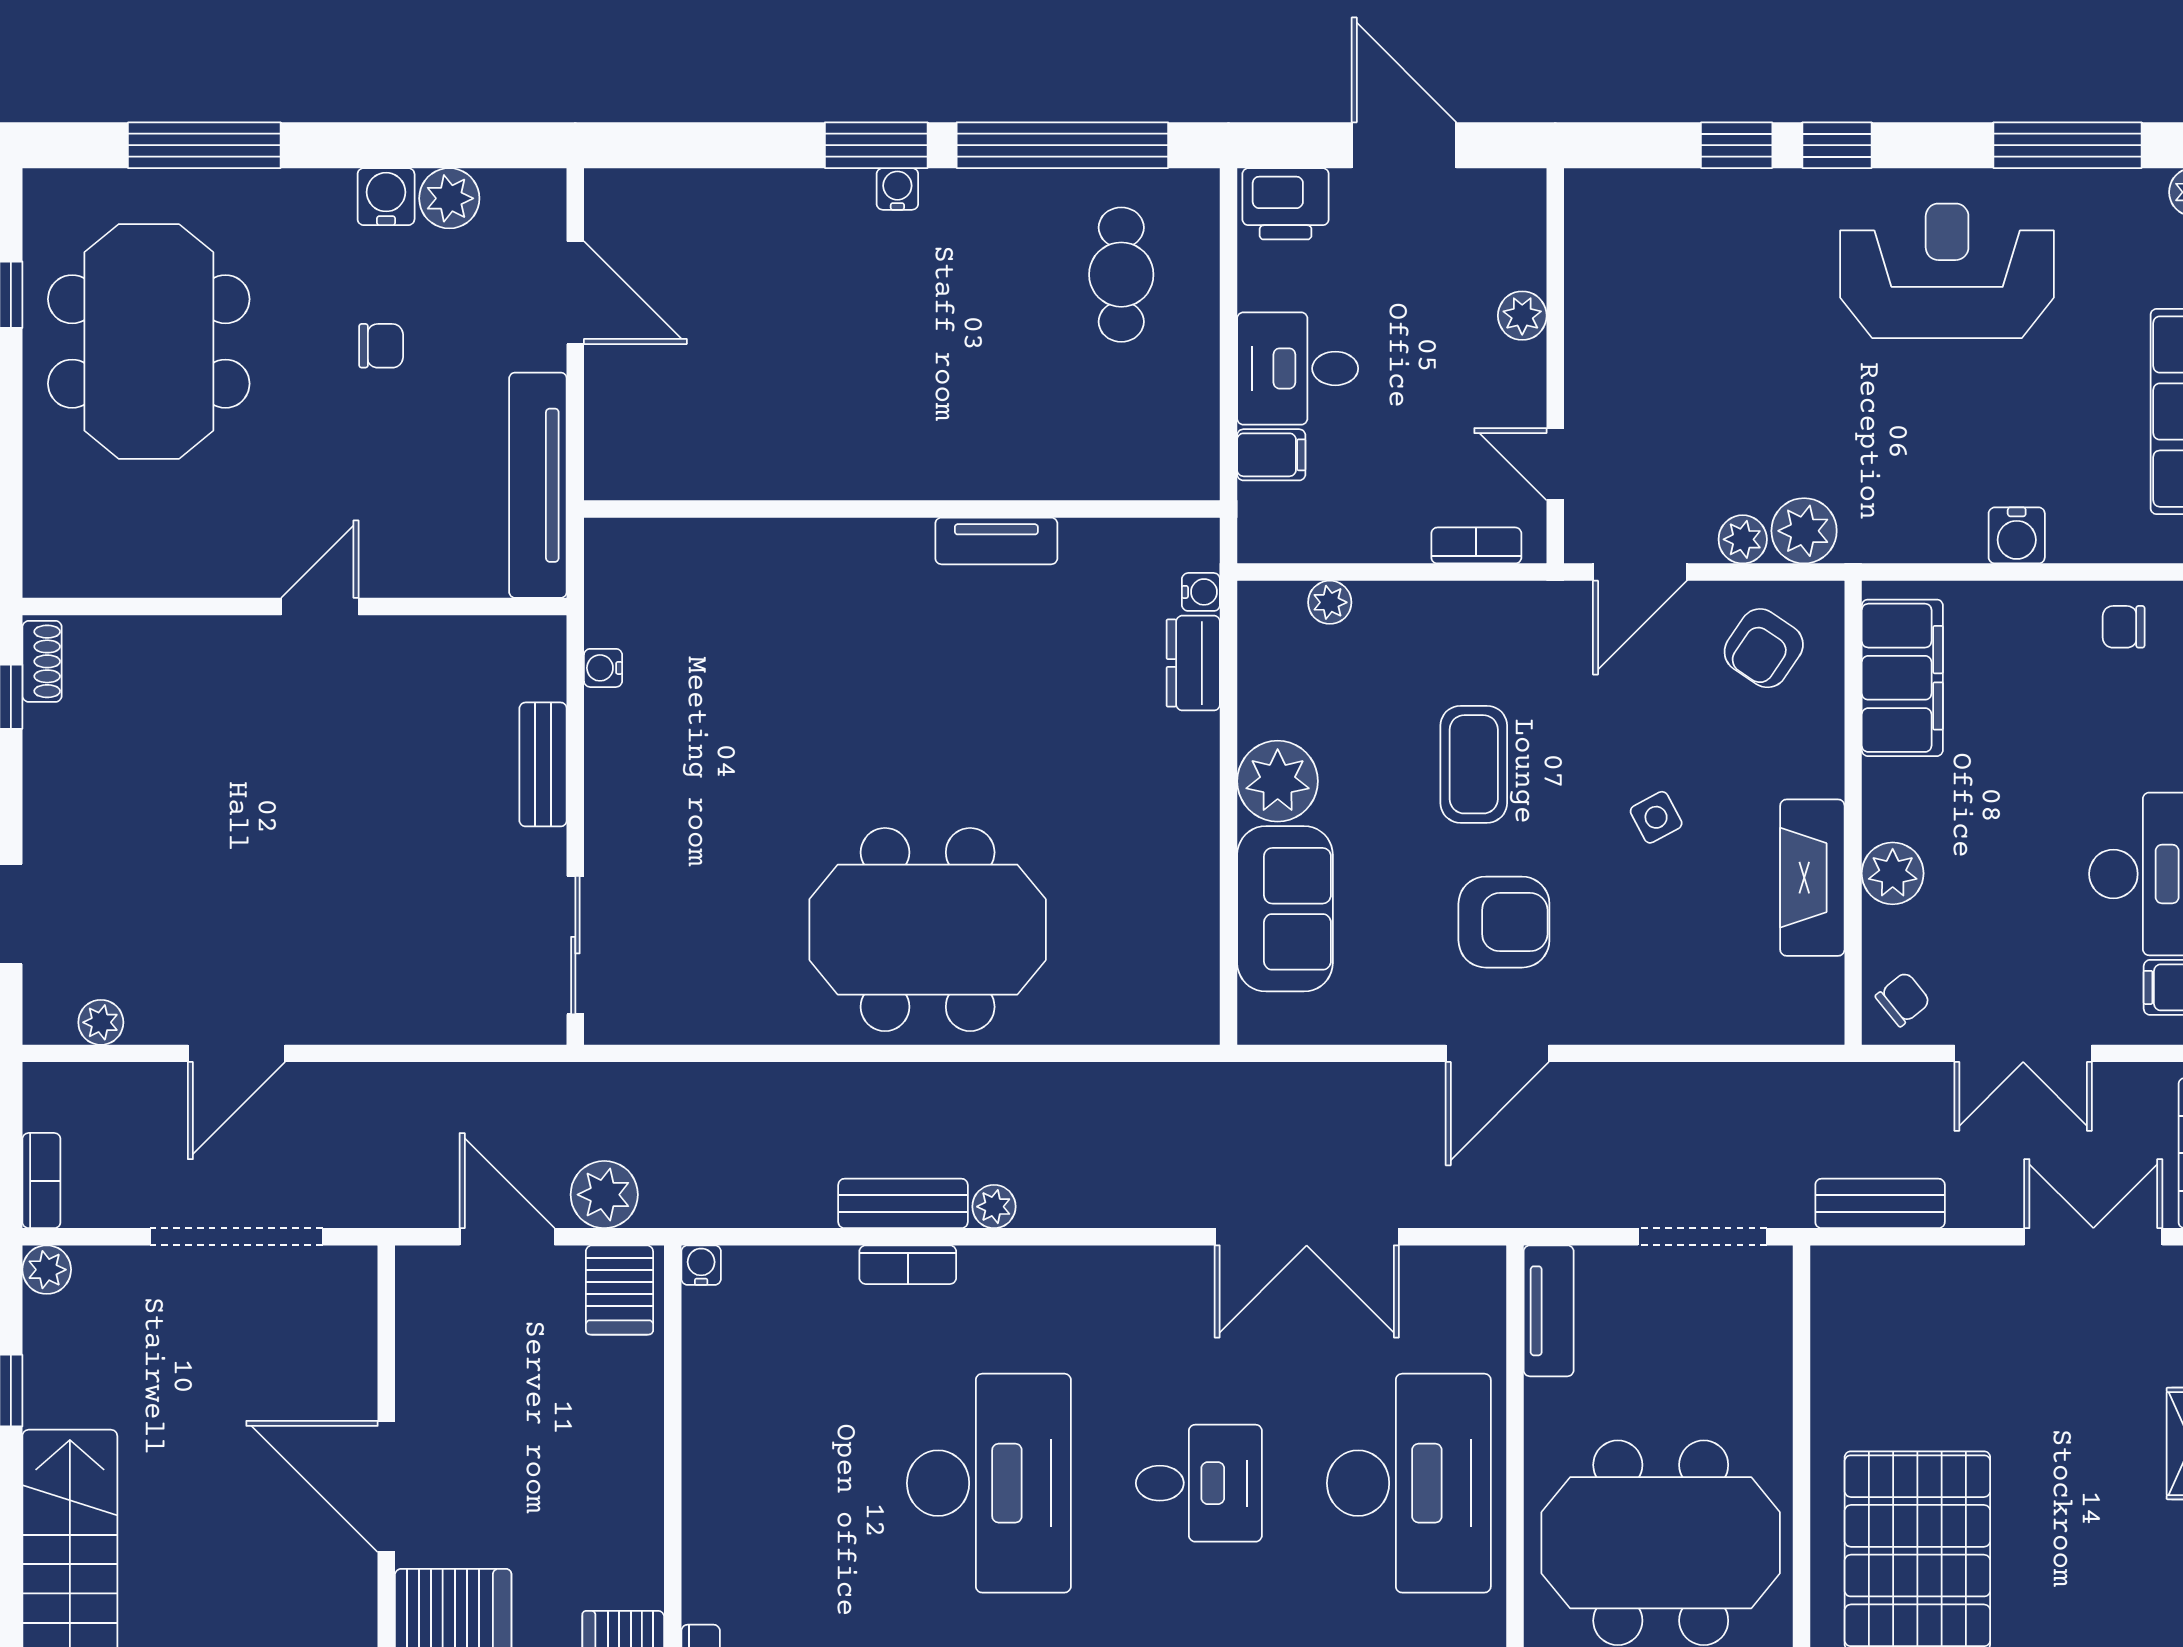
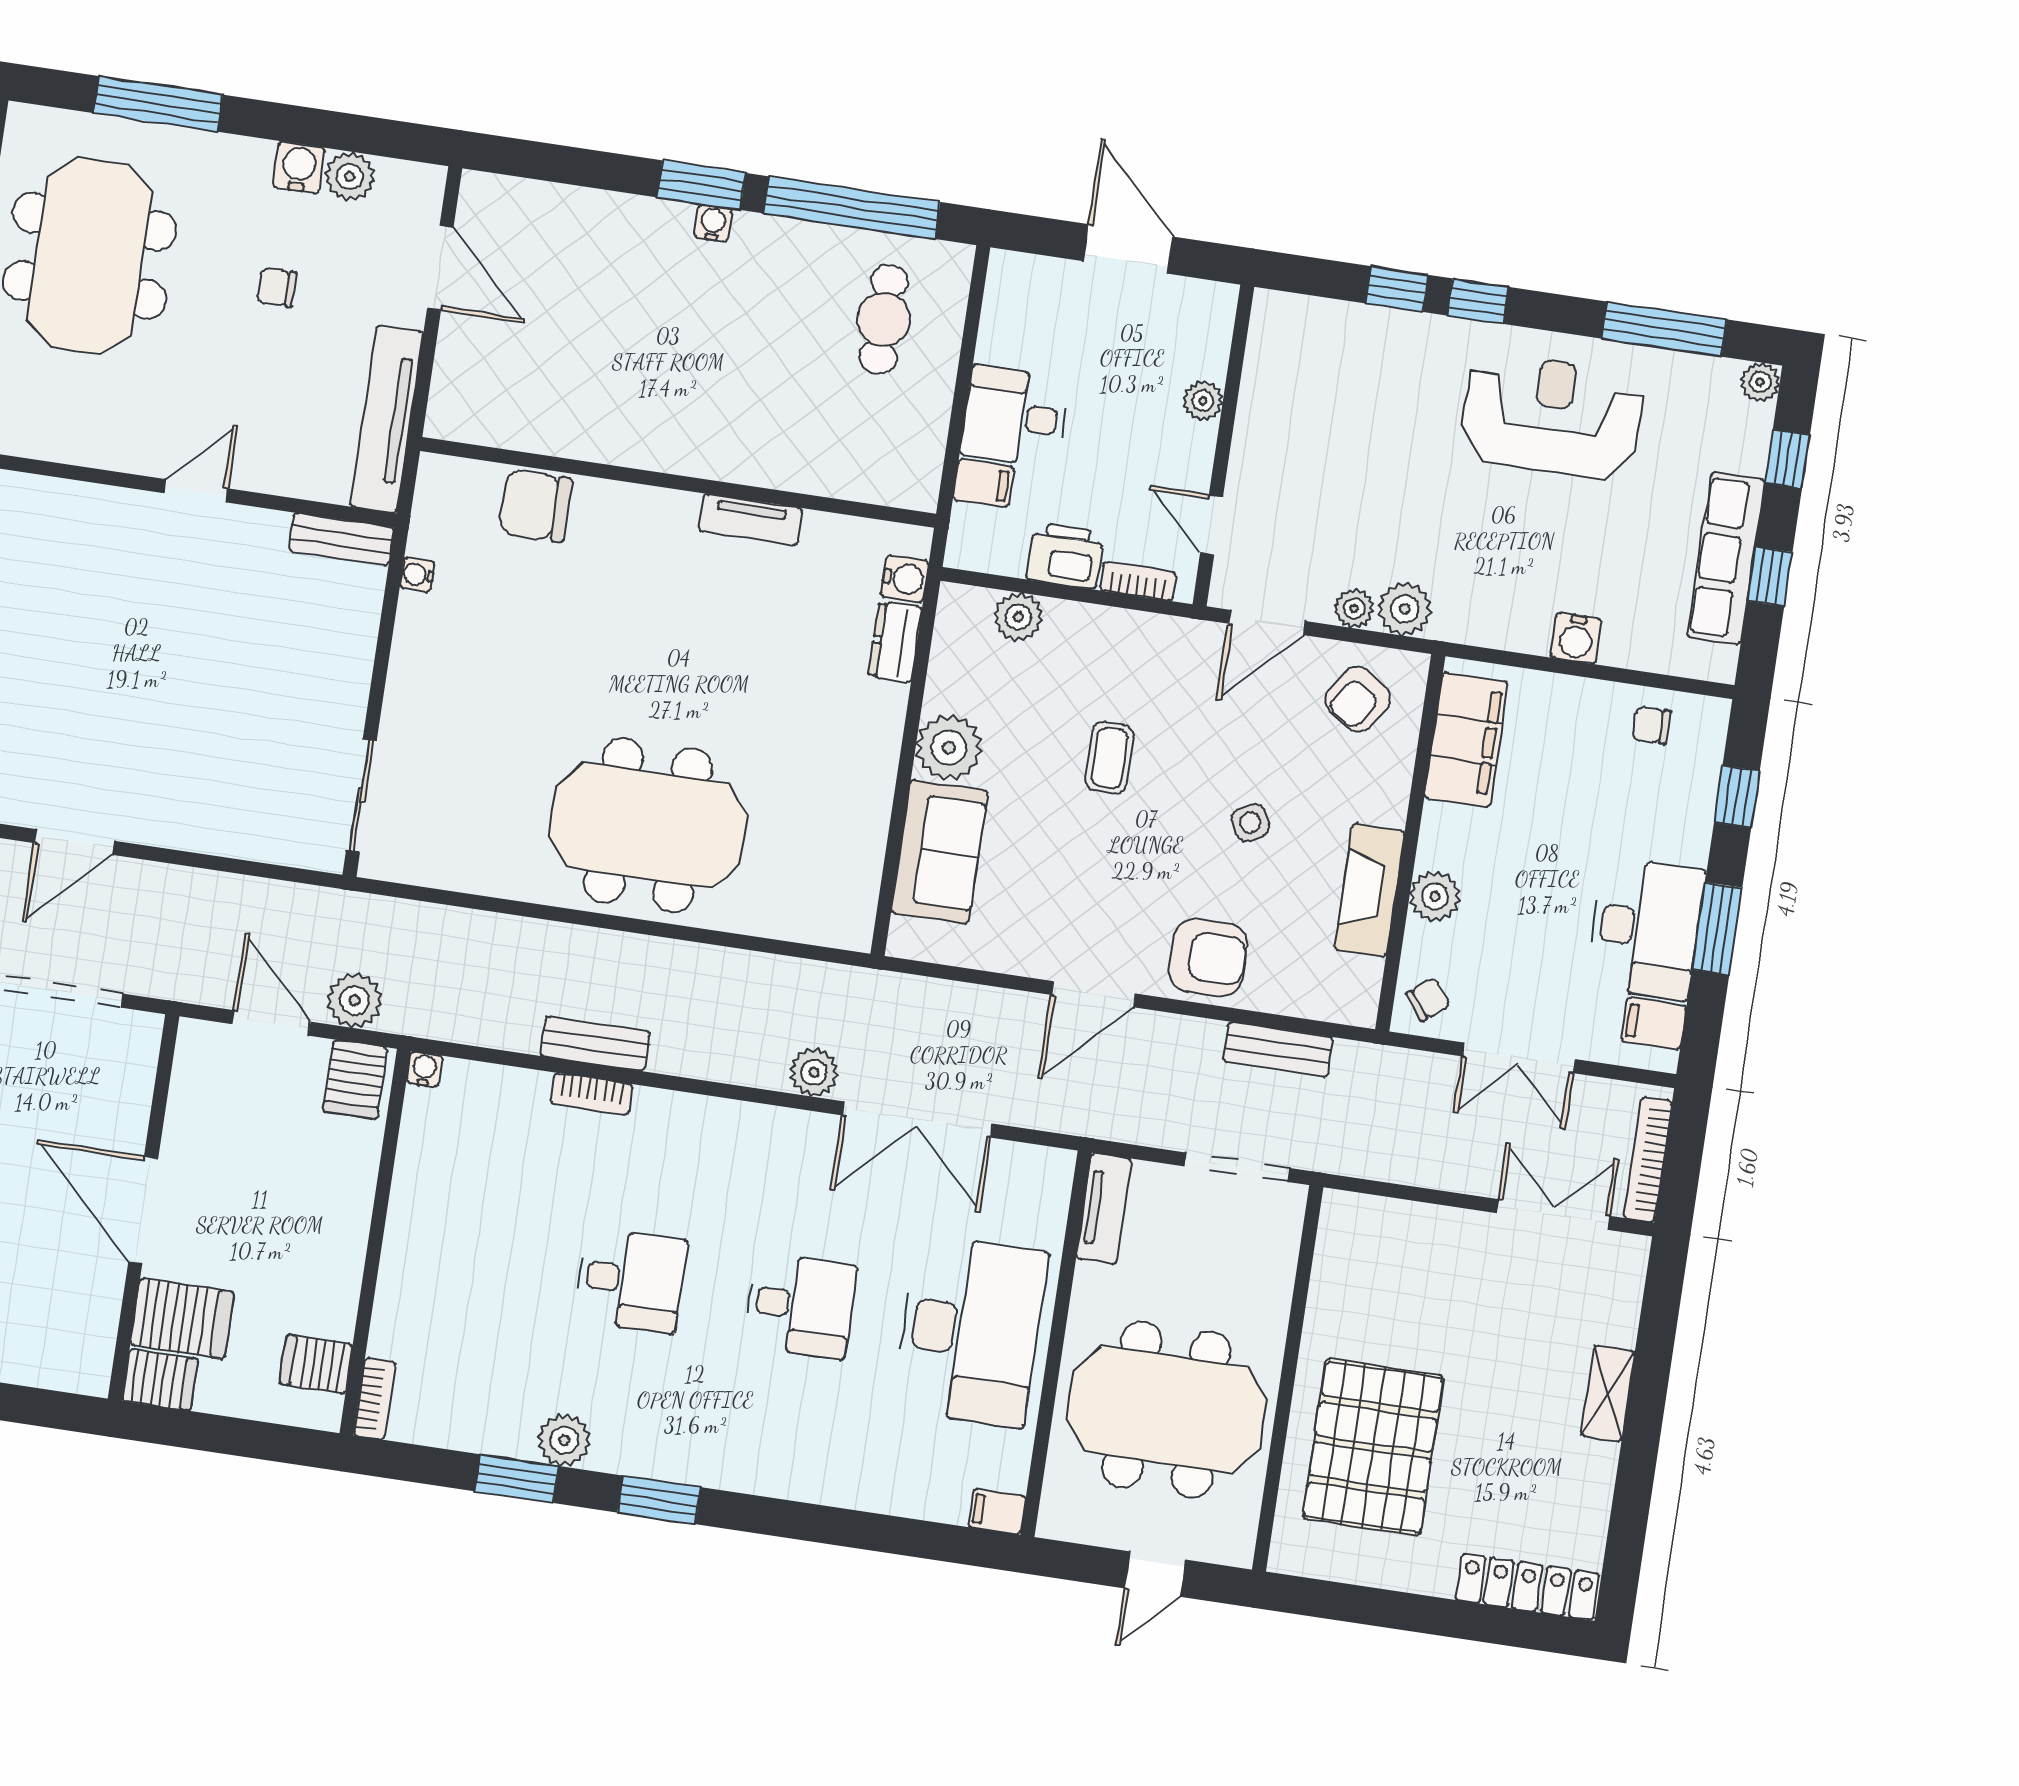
printer: (1286, 204) -> (1065, 556), moved, turned 180
chair: (381, 346) -> (277, 287), turned 180
chair: (734, 563) -> (536, 506), added
water cooler: (1201, 592) -> (905, 579), width x1.38, depth x1.38
plant: (1330, 602) -> (1018, 617), width x1.38, depth x1.38
bench: (543, 764) -> (341, 539), moved, turned 90
coffee table: (1474, 764) -> (1109, 758), width x0.73, depth x0.77
armchair: (1504, 922) -> (1208, 958), moved
bench: (1880, 1203) -> (1278, 1049), moved
plant: (994, 1207) -> (814, 1072), moved, width x1.38, depth x1.38
desk: (989, 1483) -> (631, 1280), width x0.53, depth x0.77

